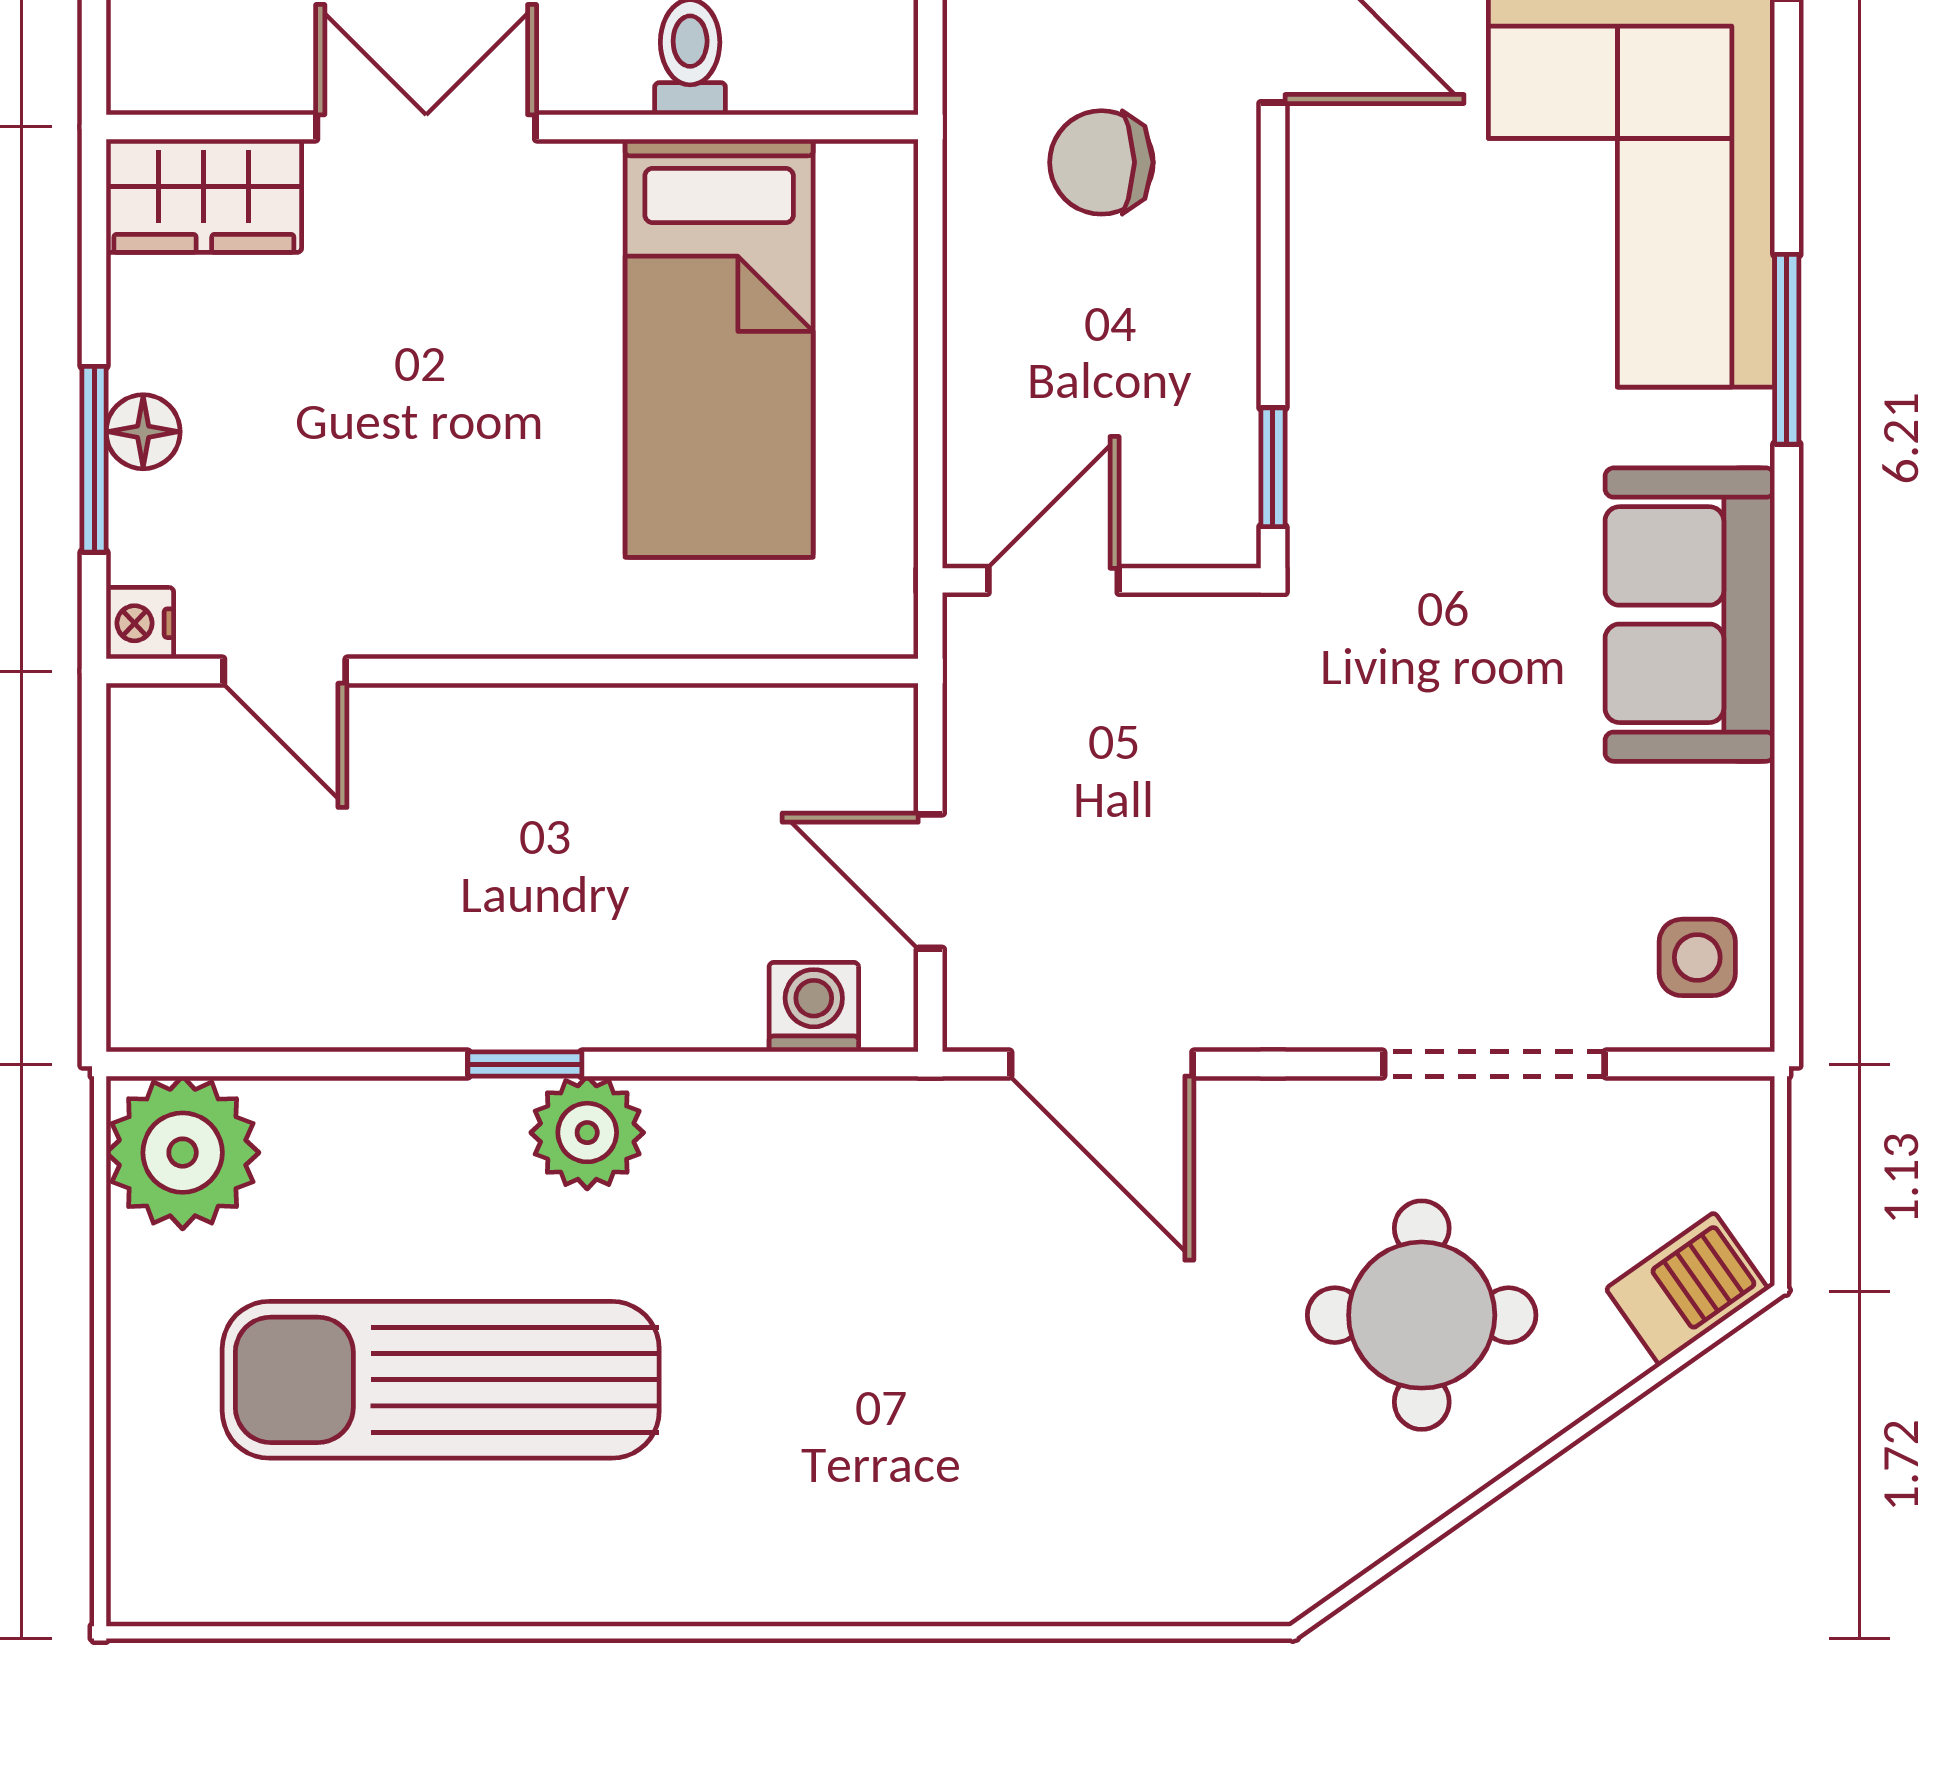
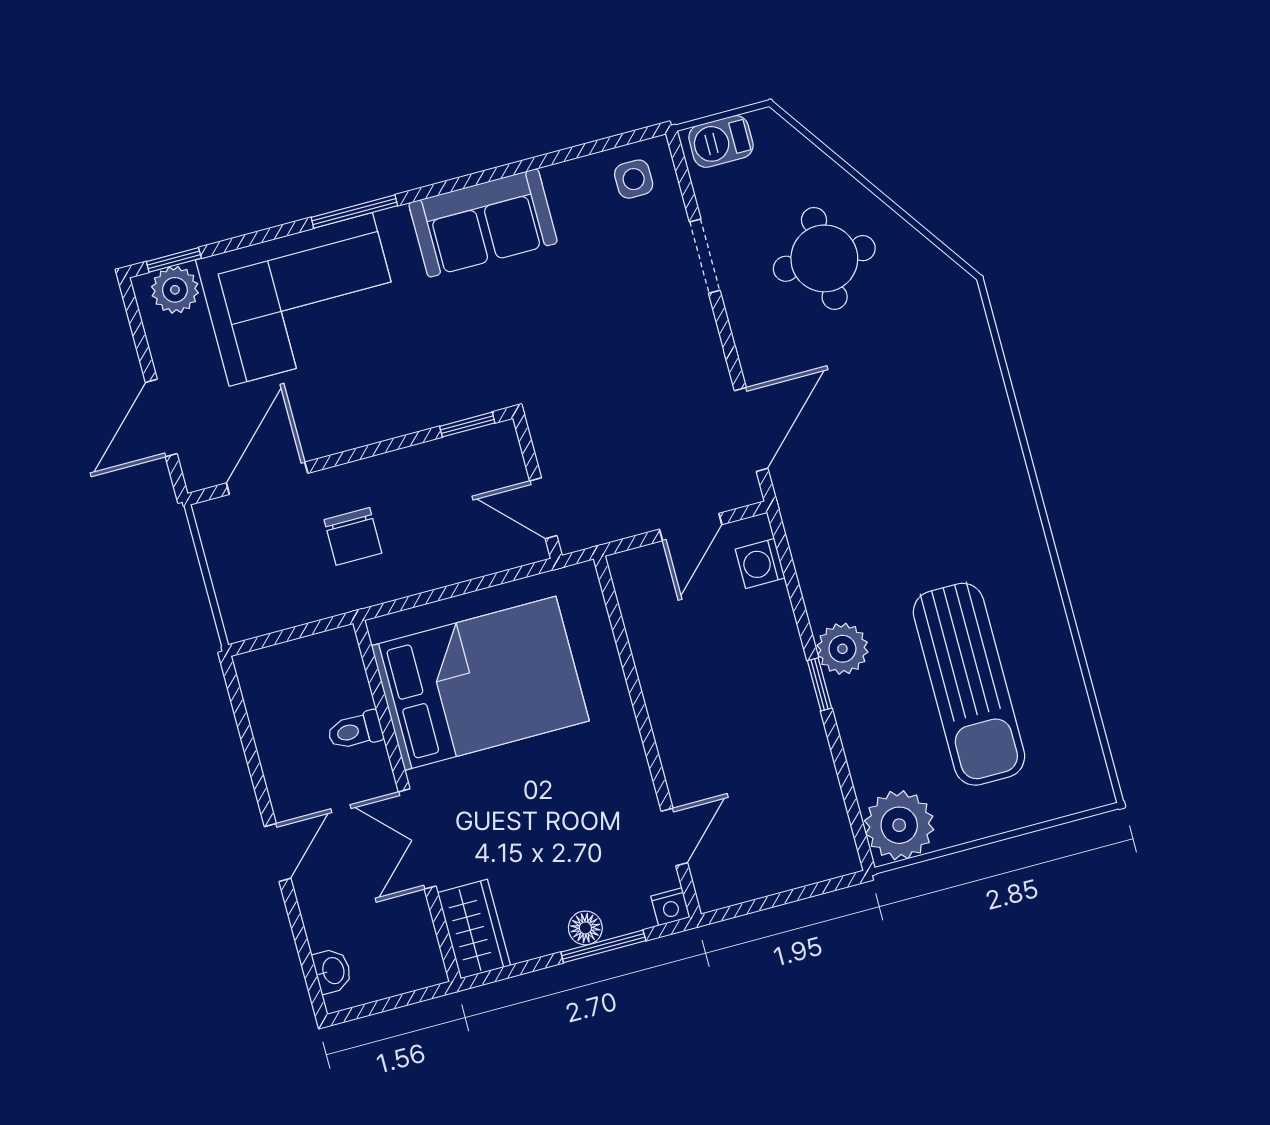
bed: (719, 348) -> (480, 683), width x1.50
doorway: (1494, 1064) -> (705, 256), width x0.73
barbecue: (1687, 1289) -> (721, 141), moved, turned -55

